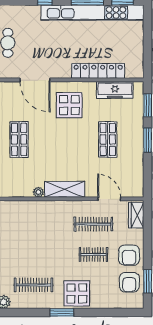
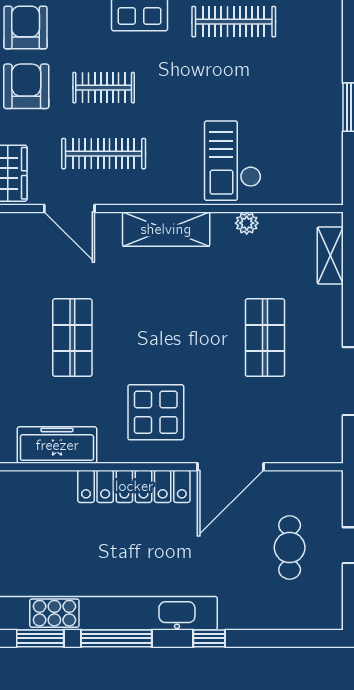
locker: (98, 71) -> (134, 486), moved
door: (35, 80) -> (231, 467), swing flipped
plant: (38, 192) -> (247, 223), moved
checkout: (34, 221) -> (233, 161), added

